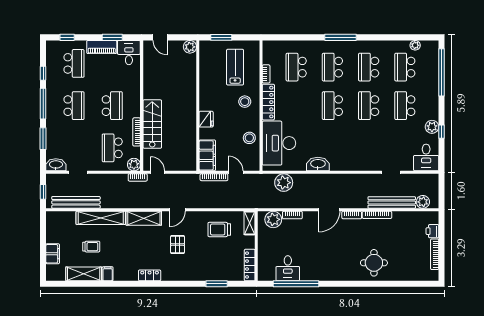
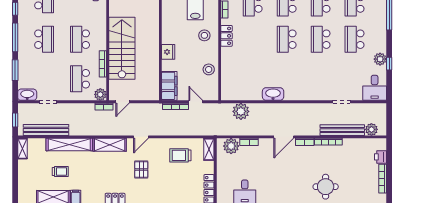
locker: (268, 102) -> (227, 36), width x0.66
school desk: (112, 106) -> (80, 39), turned 180
stairs: (152, 124) -> (122, 48), width x1.36, depth x1.51
desk: (279, 143) -> (236, 74), removed
door: (158, 172) -> (123, 102), swing flipped
shelving: (51, 222) -> (22, 149), added
filing cabinet: (53, 254) -> (24, 178), removed

